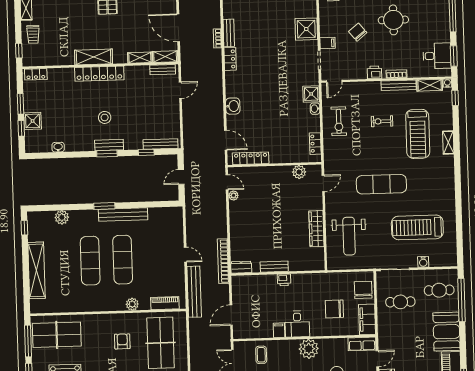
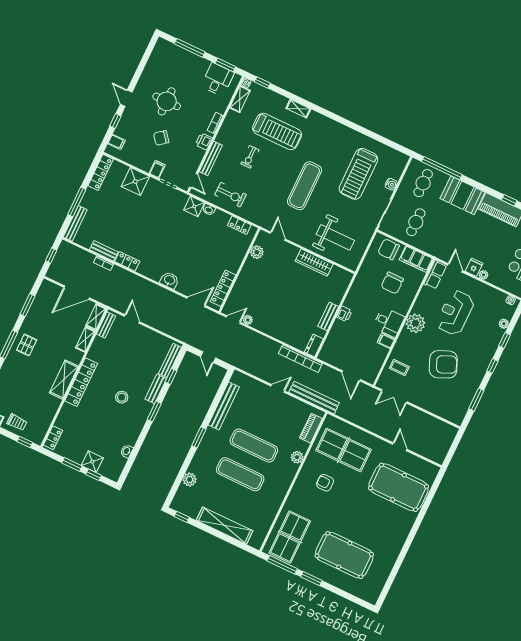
bench: (399, 85) -> (211, 158), moved
bench: (109, 145) -> (156, 389), moved
bench: (123, 215) -> (224, 406), moved

